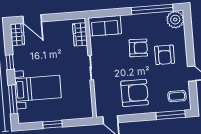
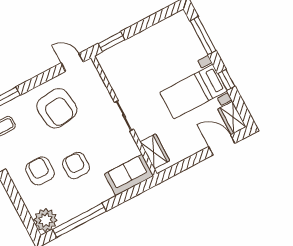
armchair: (138, 48) -> (76, 166), turned 88
bed with nightstands: (38, 88) -> (193, 92), moved
armchair: (135, 93) -> (57, 108), turned -97
window: (53, 124) -> (111, 42), moved

